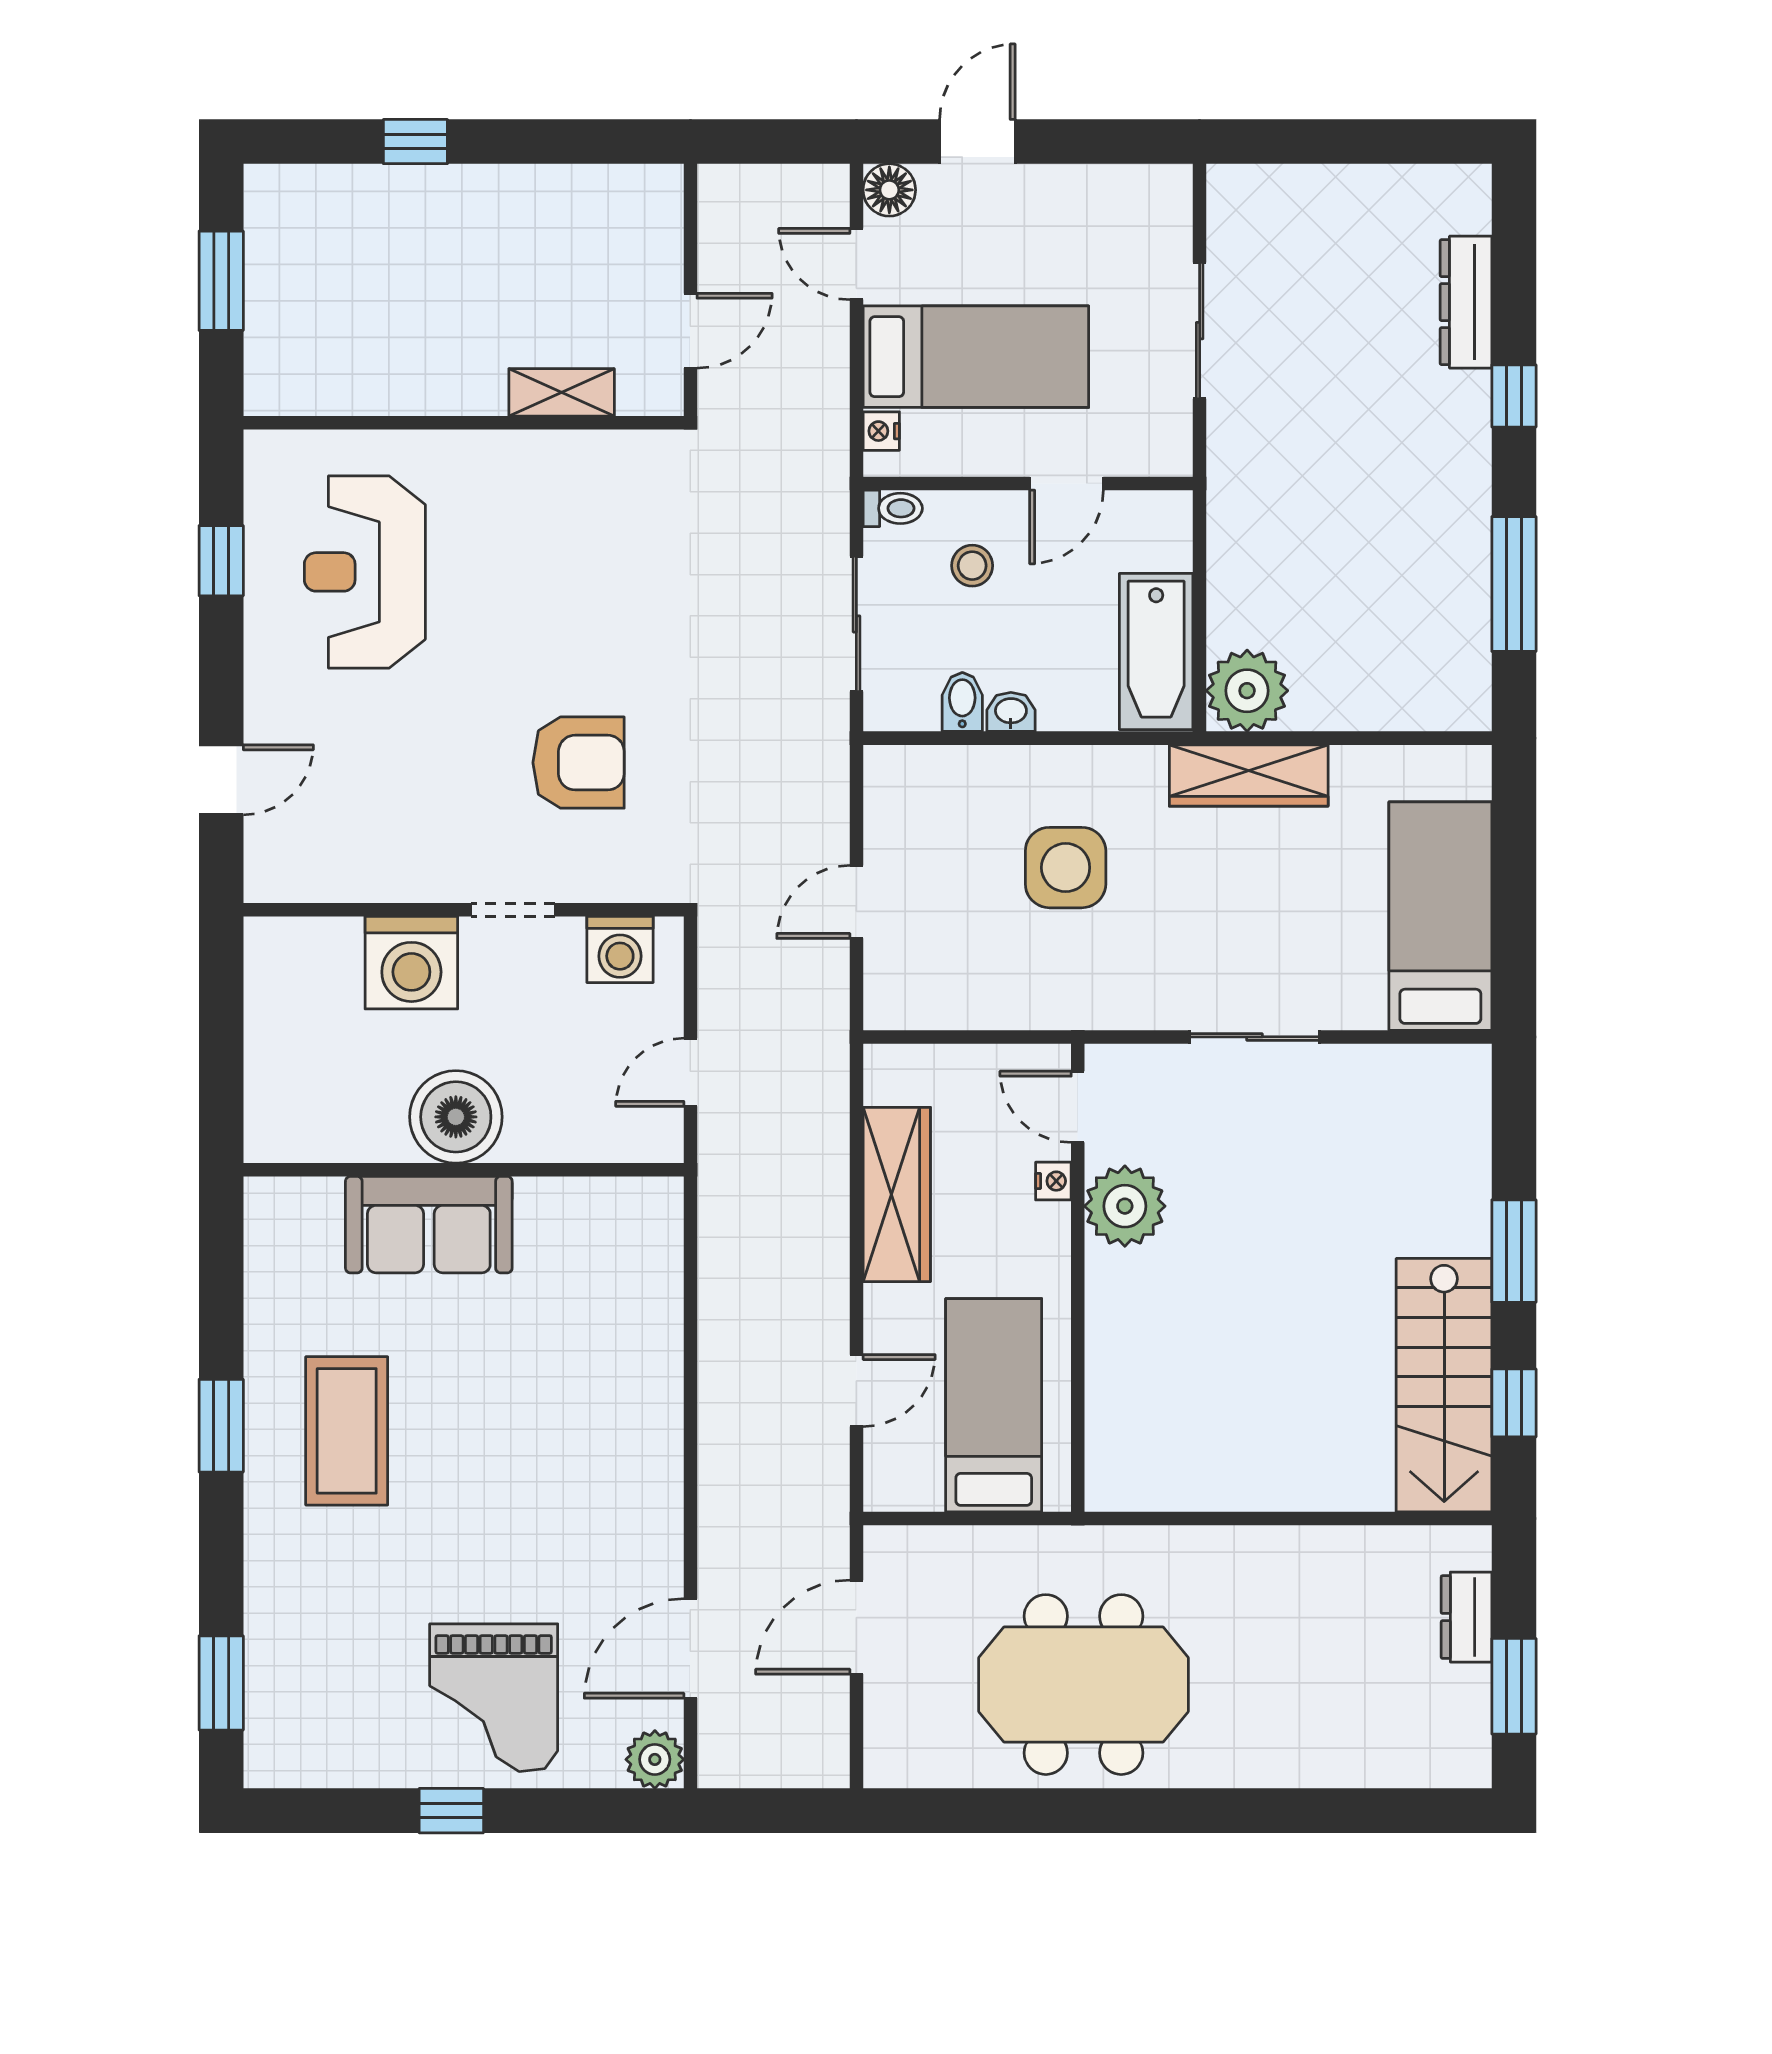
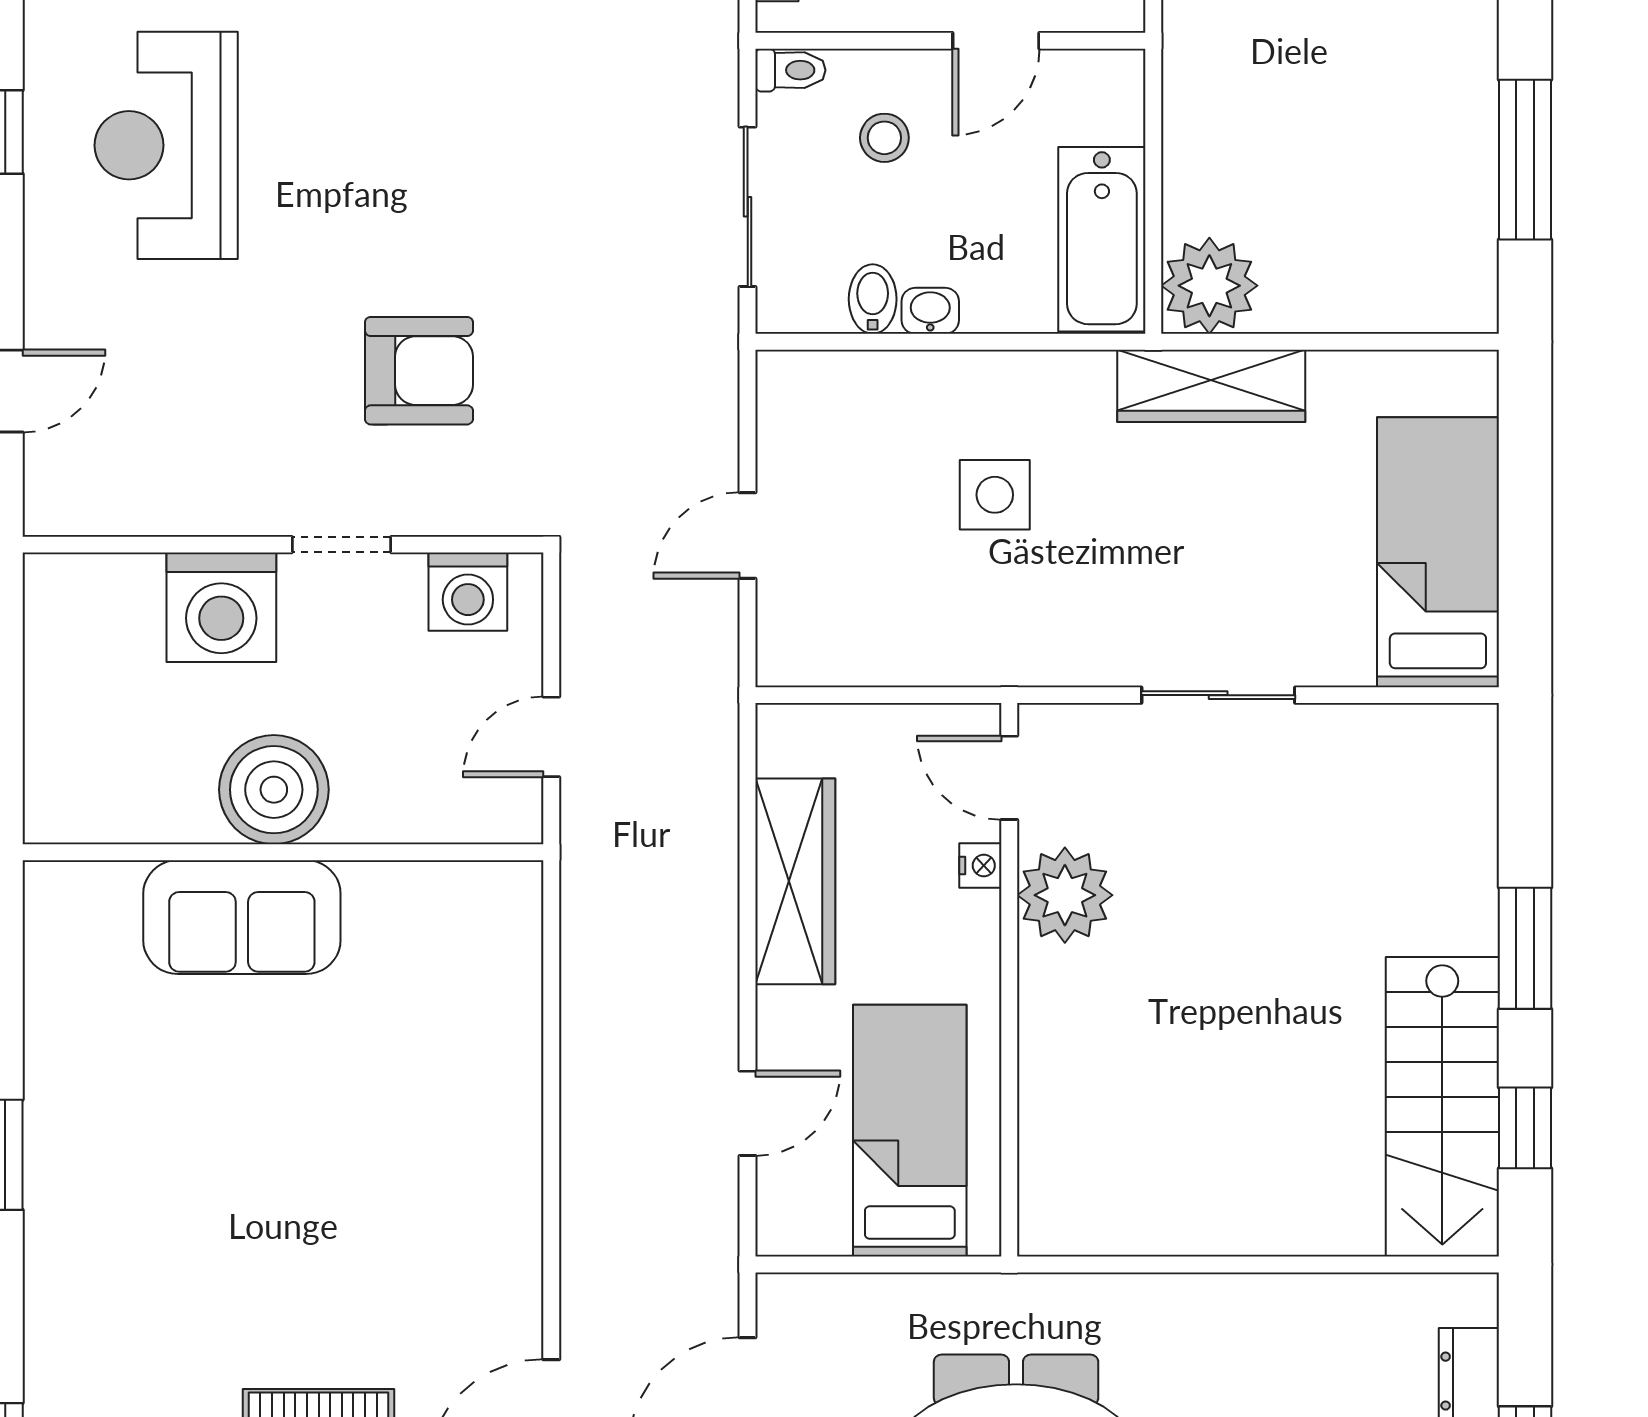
side table: (1066, 868) -> (995, 495), width x0.73, depth x0.73
coffee table: (347, 1431) -> (145, 1161), removed

